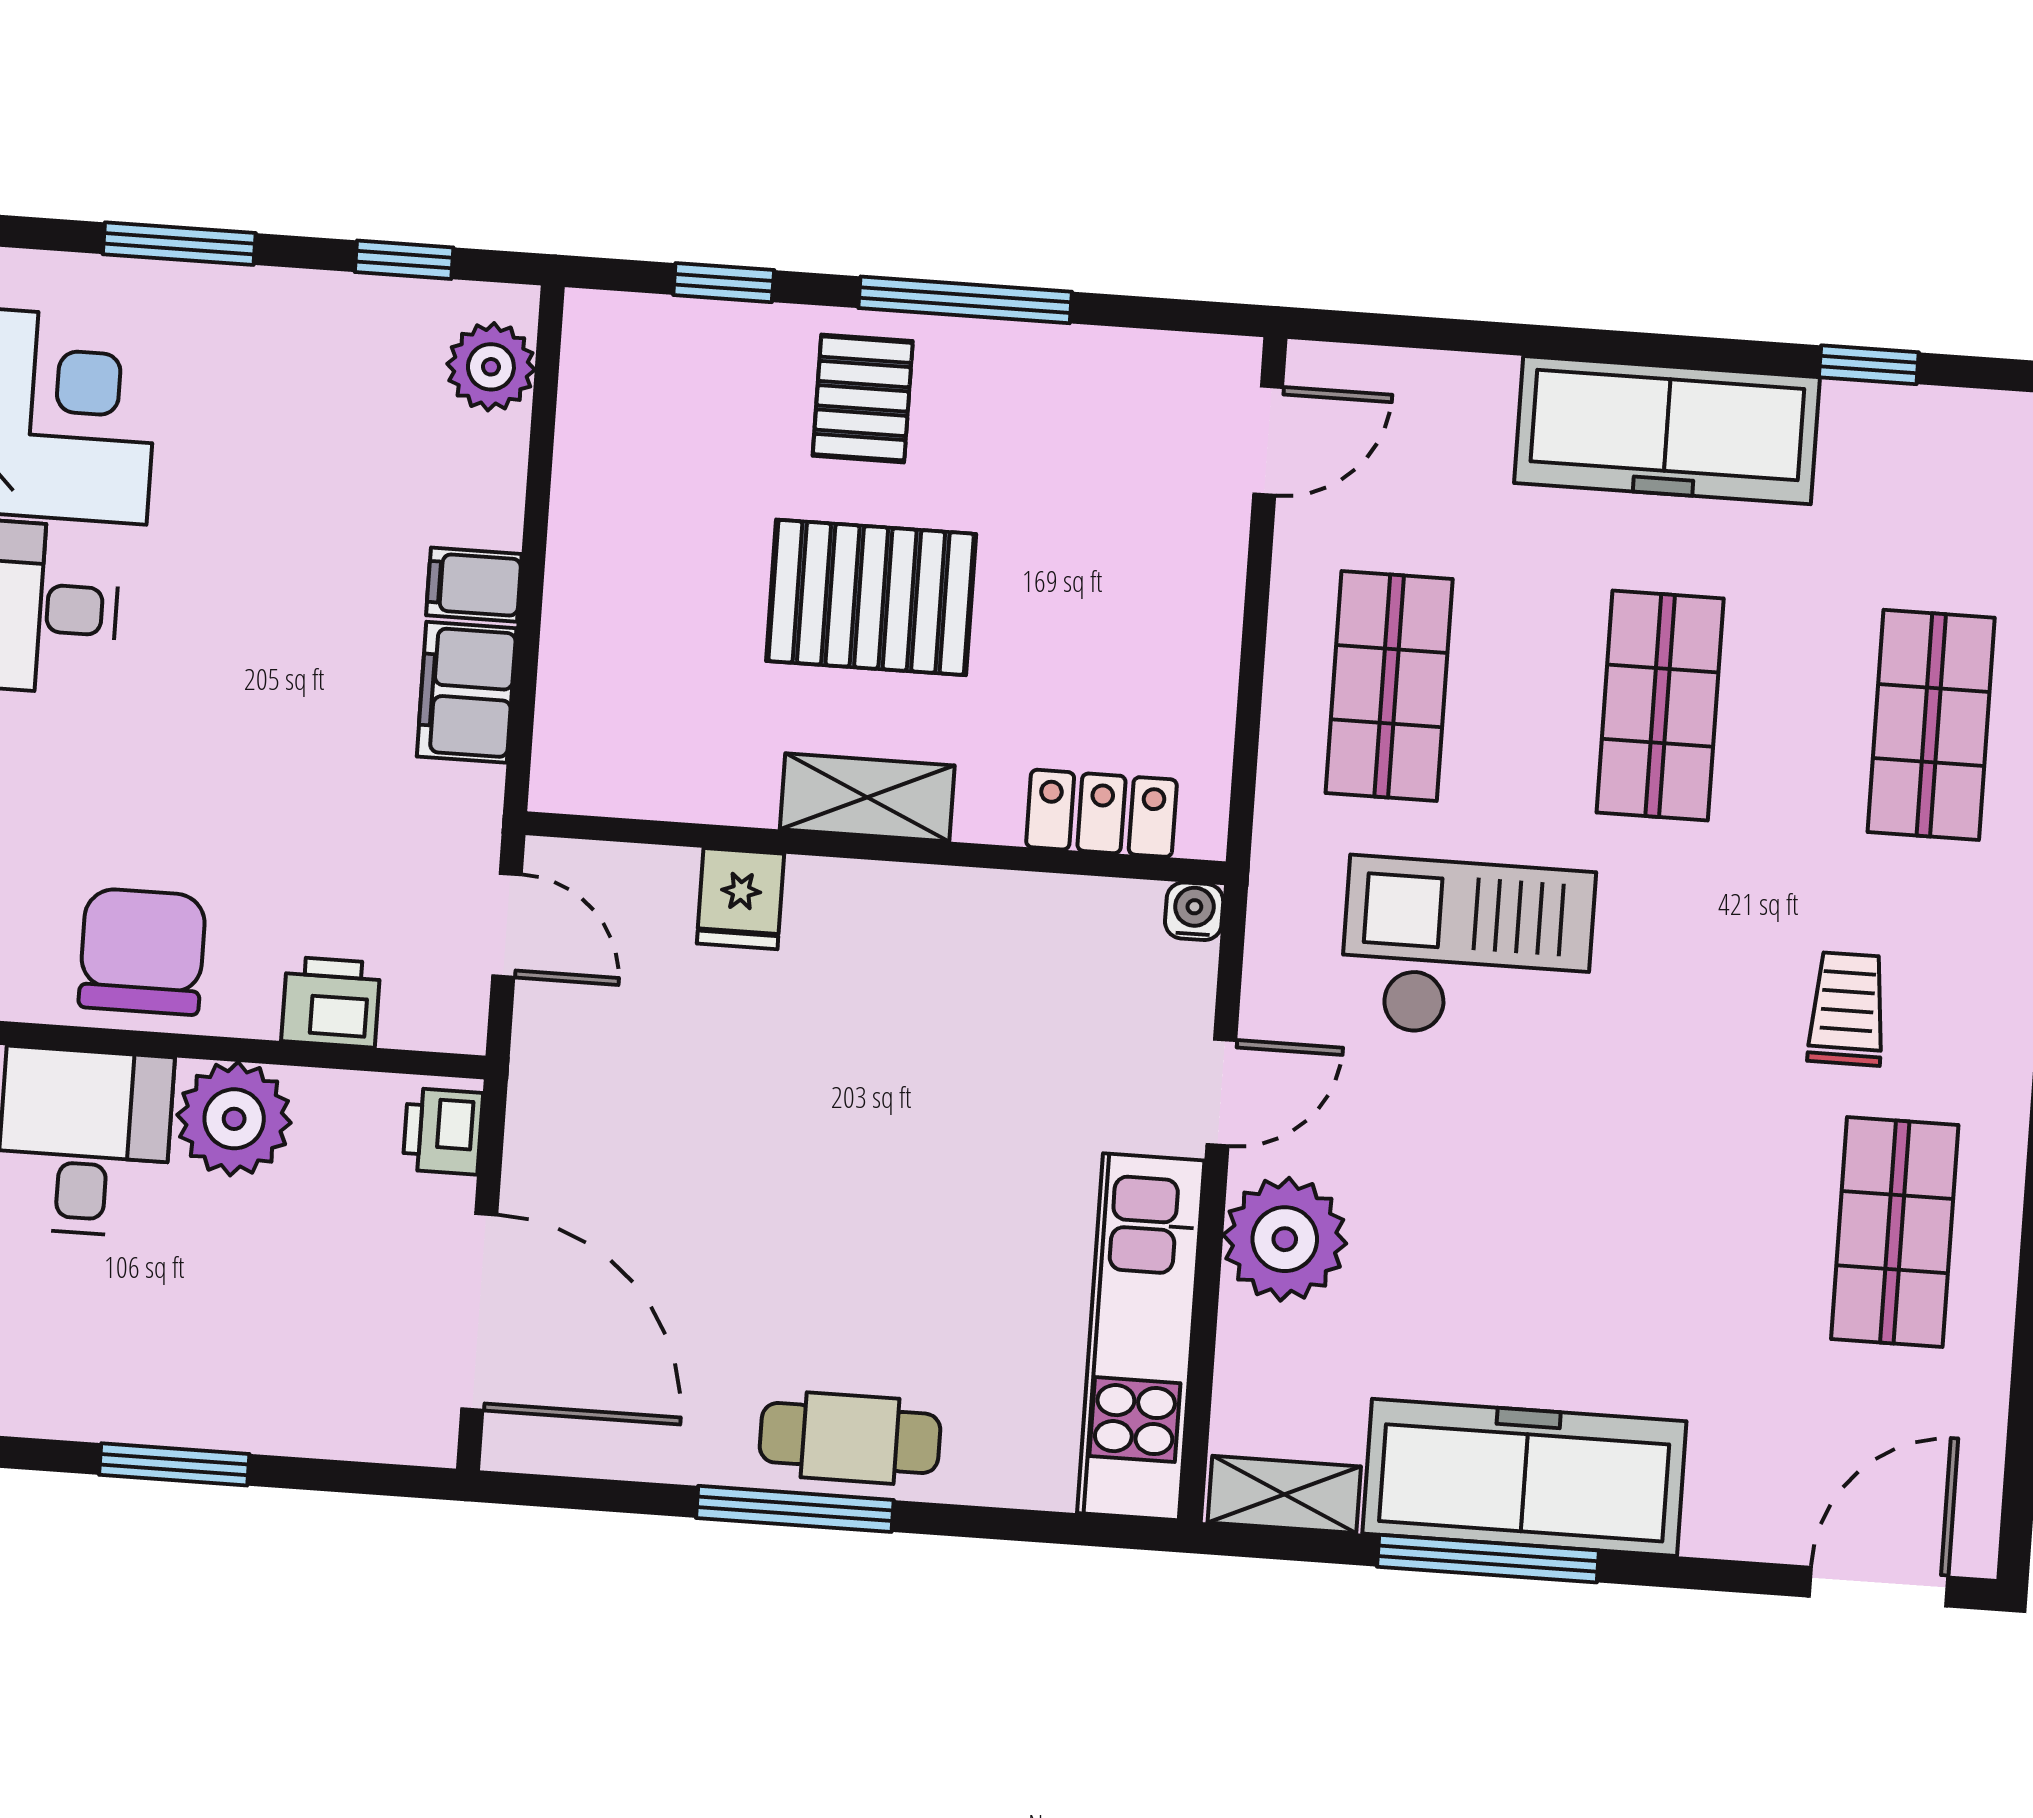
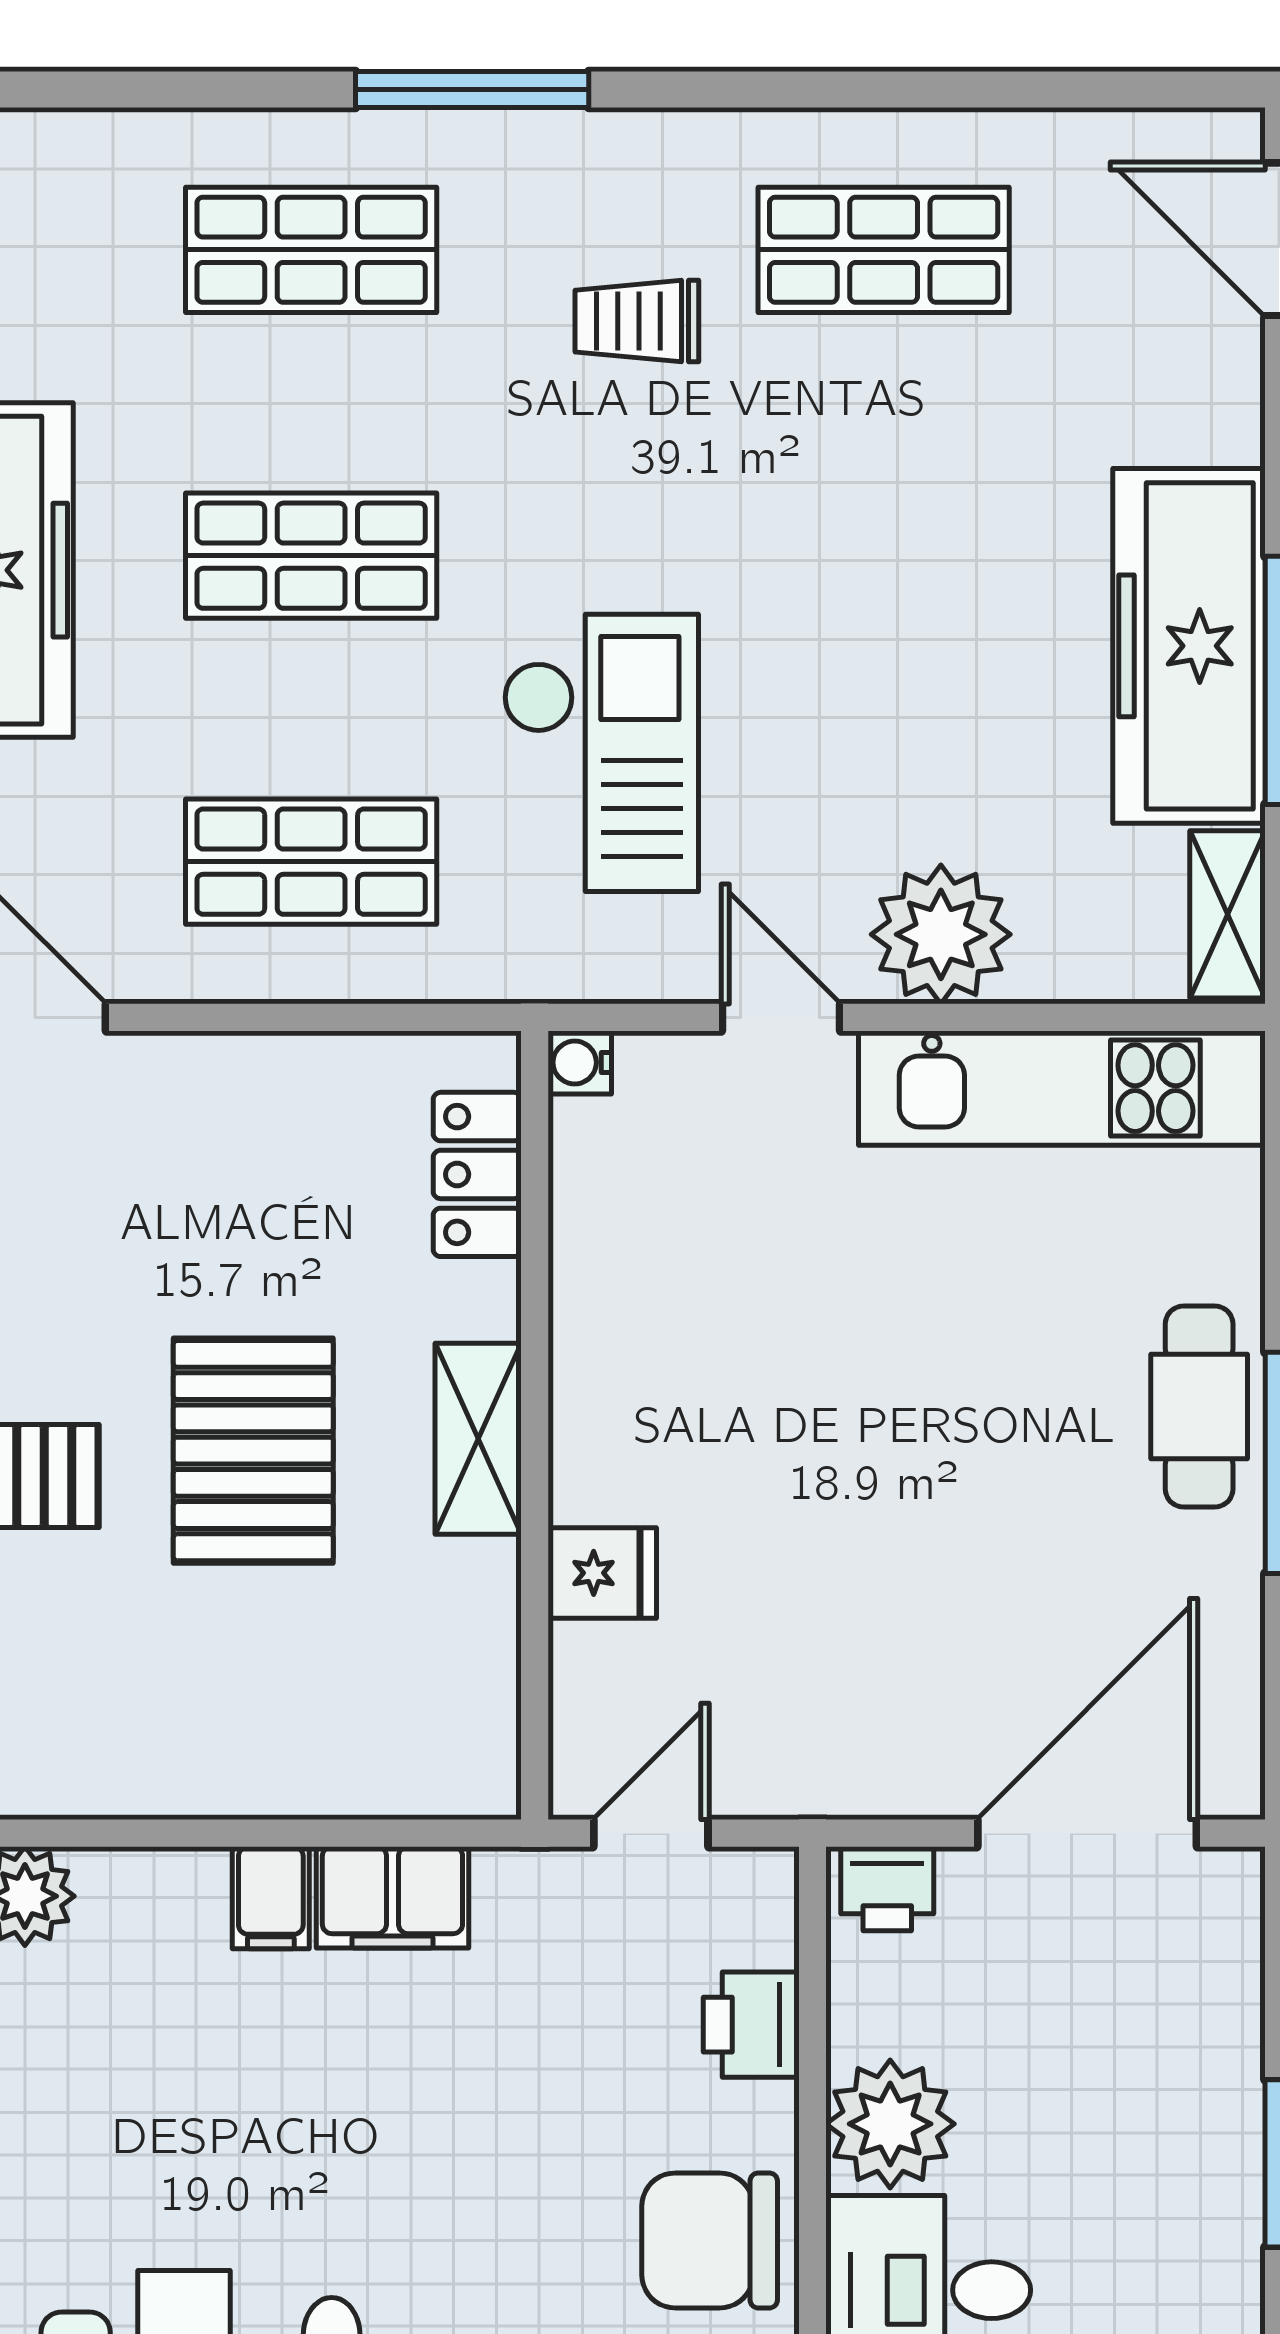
checkout: (1467, 950) -> (601, 753), turned 180

